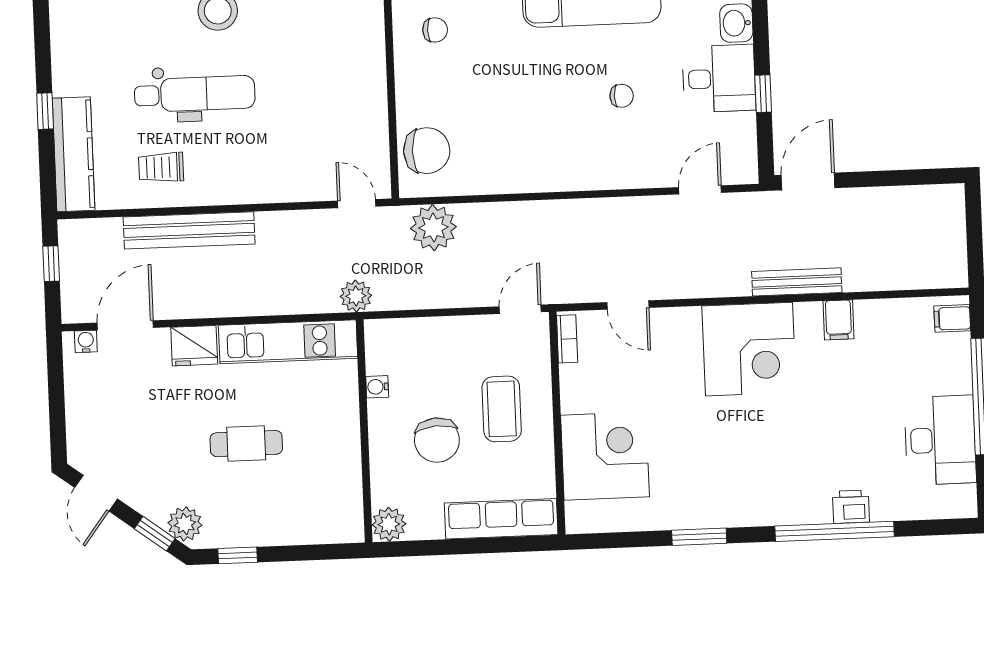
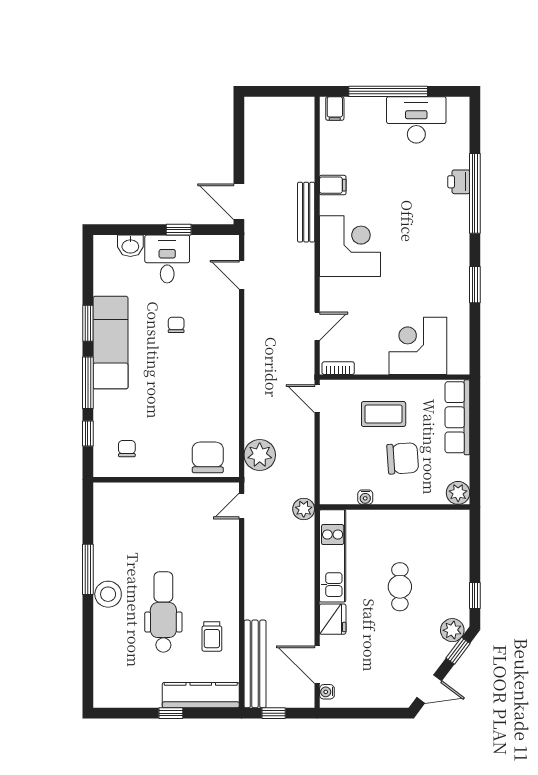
bench: (189, 230) -> (255, 664), moved

